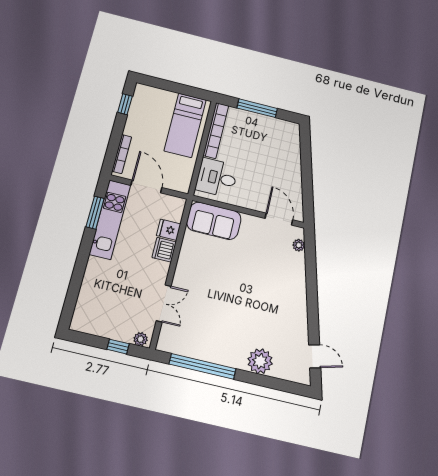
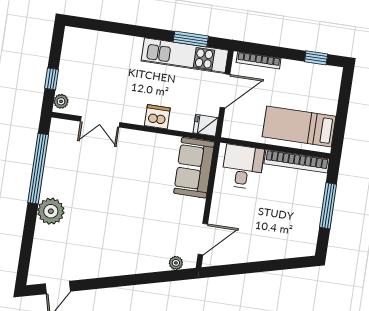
fridge: (169, 230) -> (206, 125), moved, turned -90
plant: (260, 361) -> (51, 211), moved

